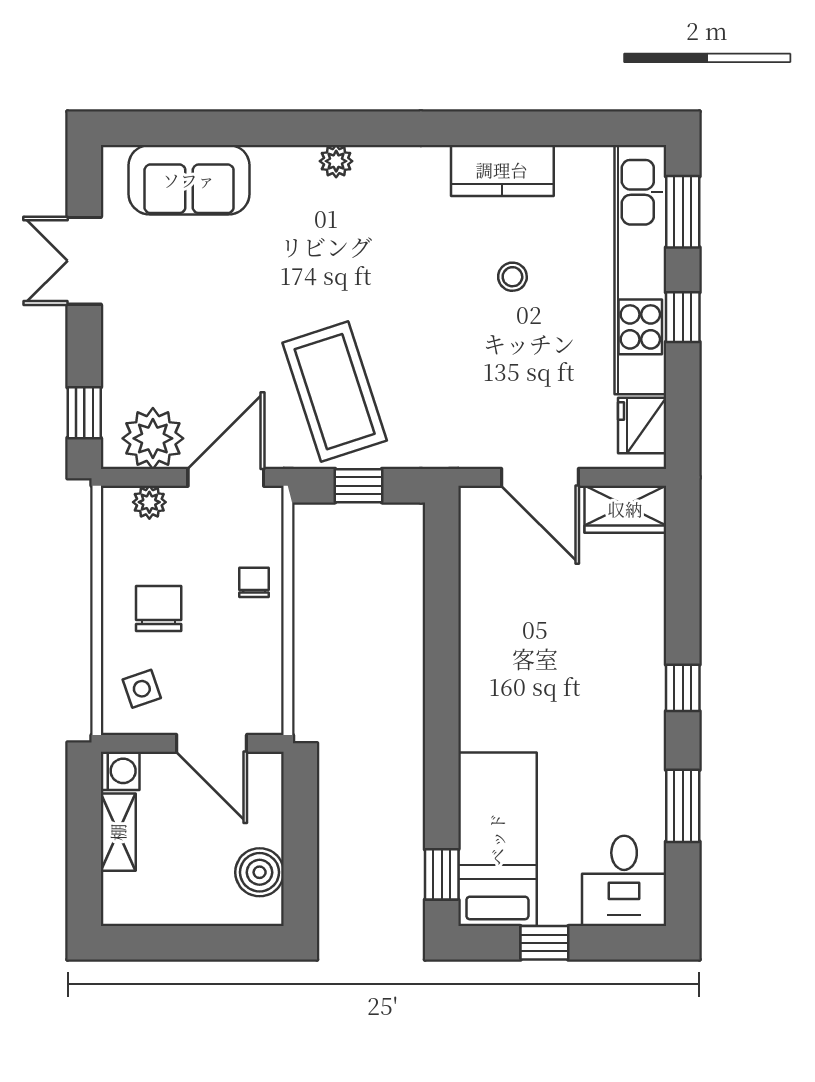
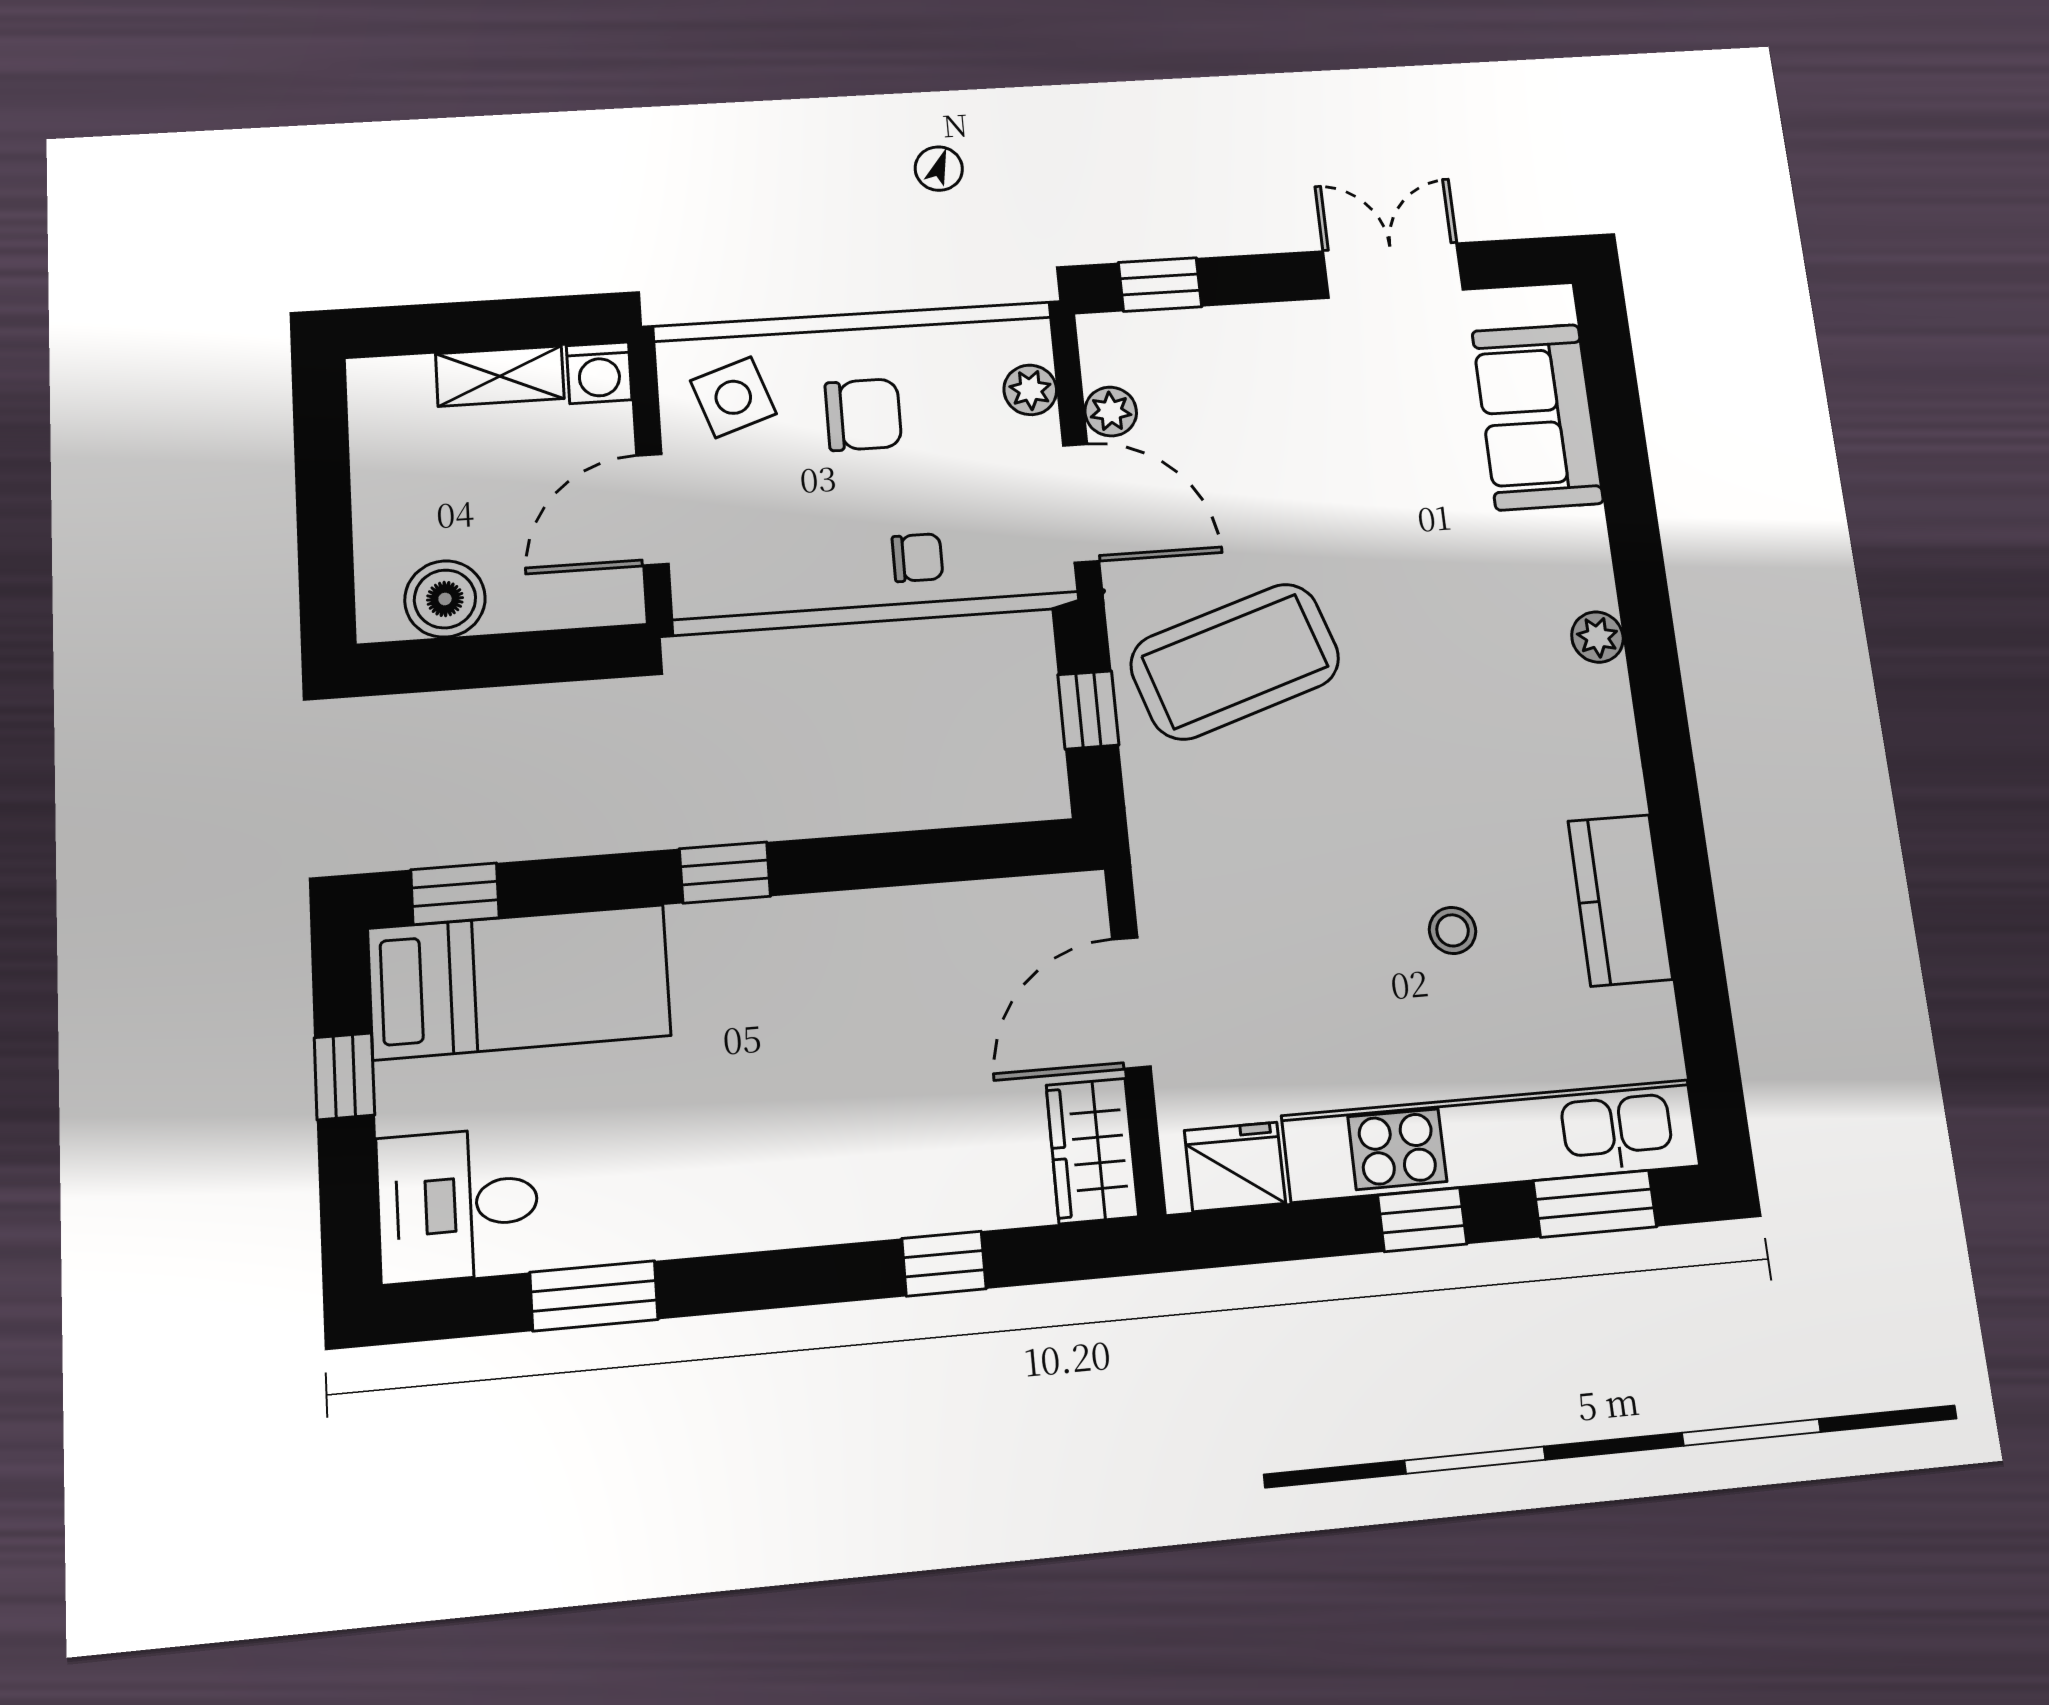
plant: (153, 438) -> (1111, 412), width x0.53, depth x0.53
window: (683, 688) -> (944, 1264), moved
side table: (142, 689) -> (733, 397), width x1.37, depth x1.37
window: (442, 714) -> (725, 873), added

